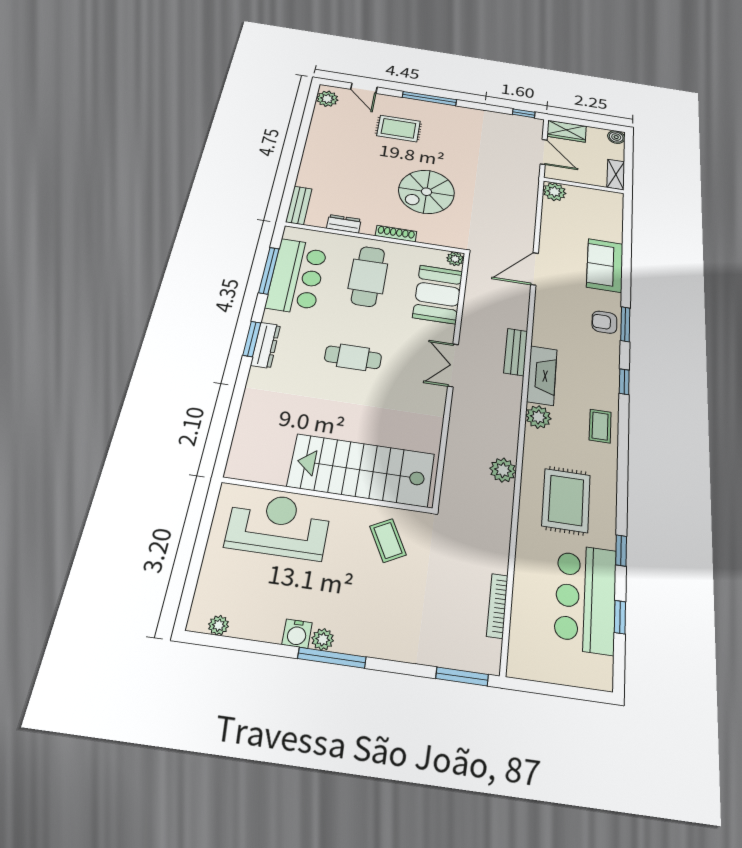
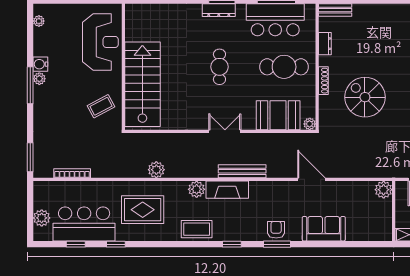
bench: (516, 352) -> (242, 171), width x1.36
coffee table: (600, 426) -> (197, 229), width x1.36, depth x1.30
plant: (572, 671) -> (42, 218), added

